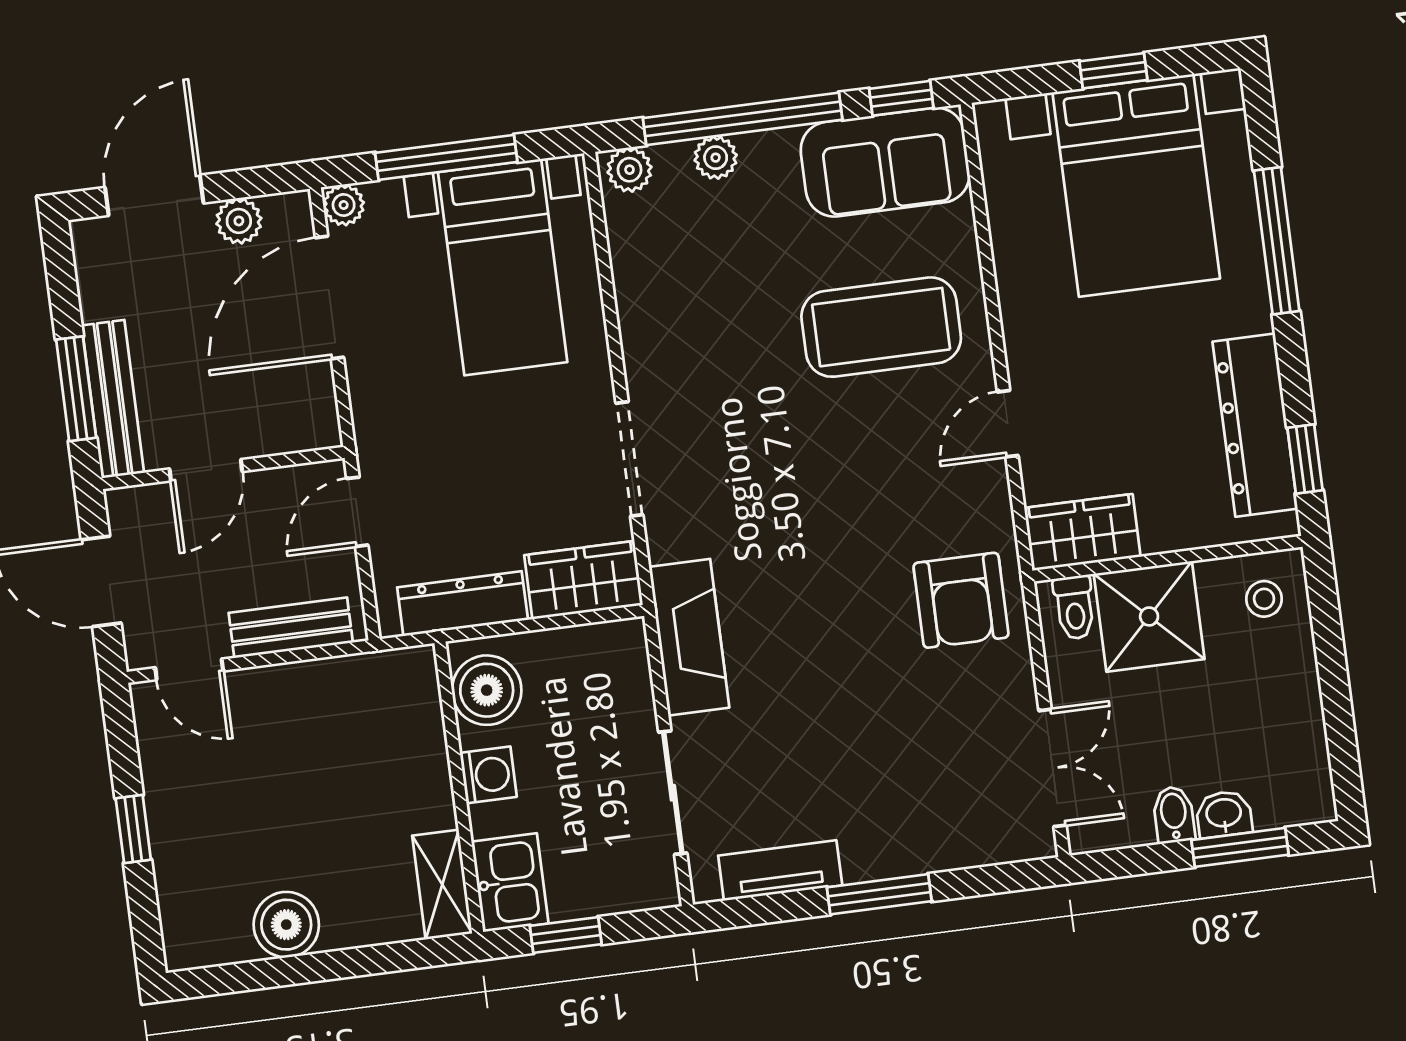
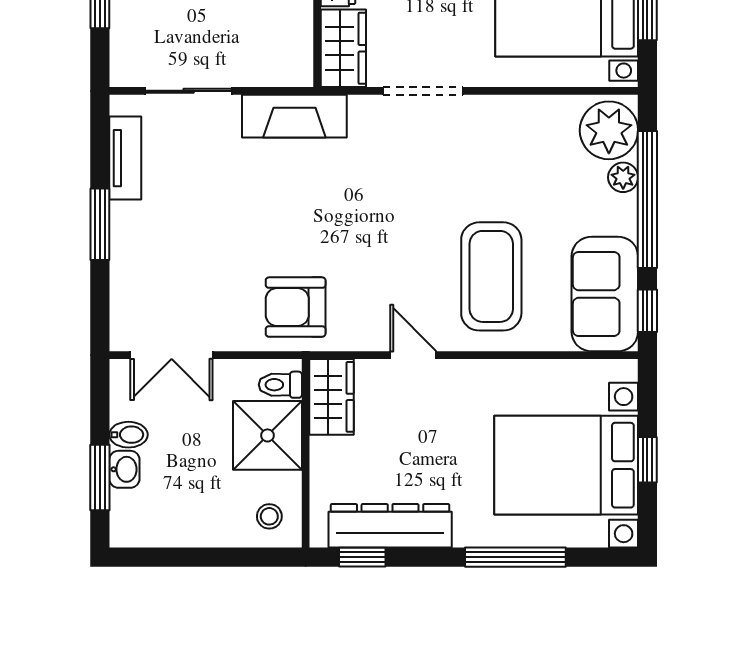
plant: (629, 170) -> (609, 130), width x1.87, depth x1.87

